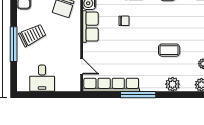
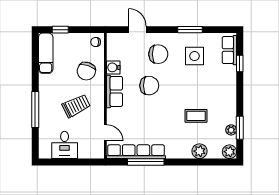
chair: (124, 21) -> (149, 86), width x1.87, depth x1.87
trolley: (32, 35) -> (76, 106), moved
window: (138, 95) -> (146, 162), moved

